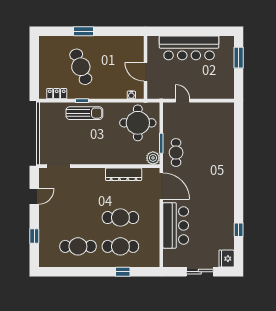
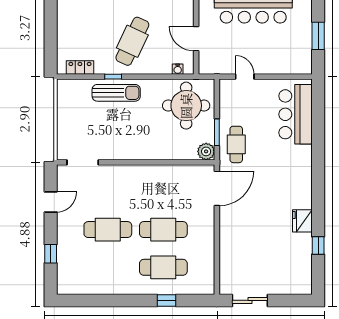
window: (239, 58) -> (318, 36), moved
cafe table: (81, 67) -> (132, 41), moved, turned 46
dresser: (124, 174) -> (167, 173), removed
door: (161, 186) -> (217, 188), hinge flipped
bar counter: (176, 225) -> (296, 114), moved, turned 180
cafe table: (78, 246) -> (108, 230), moved
fridge: (227, 259) -> (302, 221), moved
sliding door: (200, 272) -> (250, 300), moved

